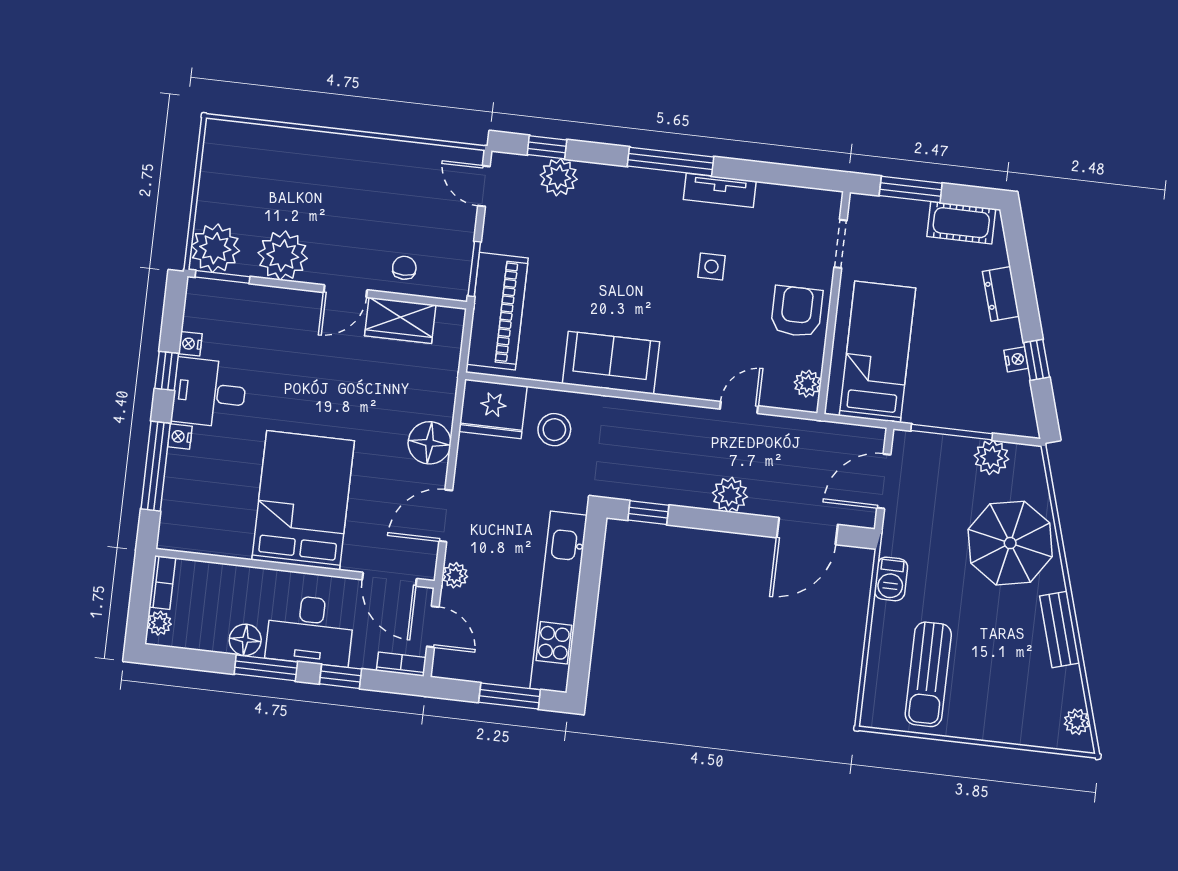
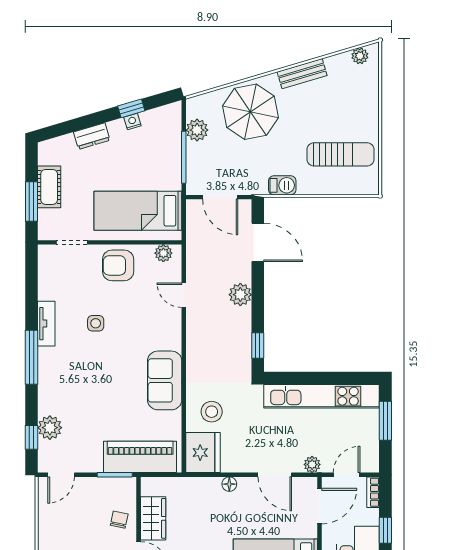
cot: (961, 223) -> (49, 187), moved
chair: (404, 268) -> (119, 520), turned 102
floor lamp: (430, 443) -> (229, 484), width x0.53, depth x0.53

